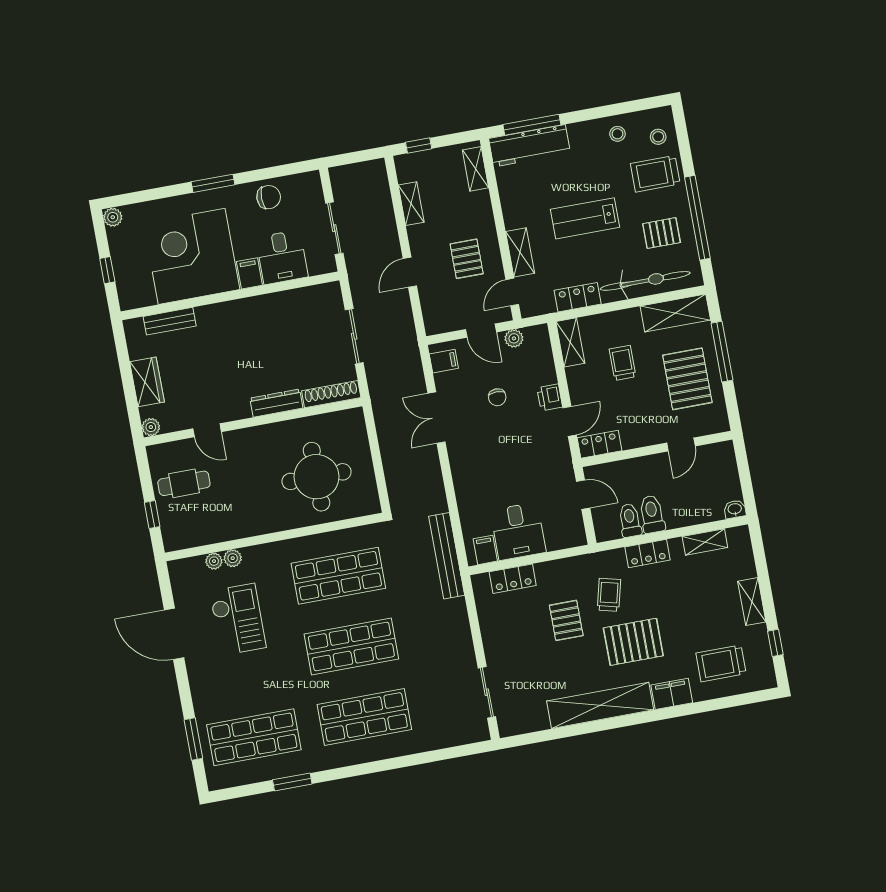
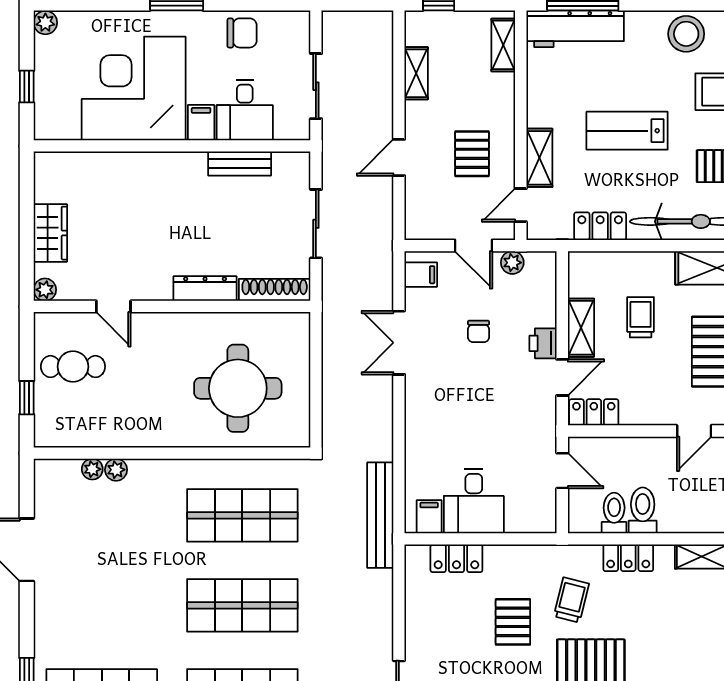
stool: (617, 134) -> (686, 34), width x1.89, depth x1.89
bench: (170, 321) -> (240, 164), moved
shelving: (570, 342) -> (581, 328), moved
checkout: (238, 619) -> (108, 546), removed

